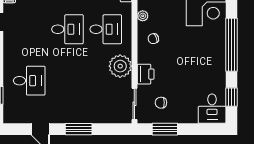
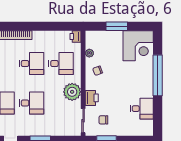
desk: (67, 81) -> (32, 103), added
window: (231, 97) -> (158, 116), removed
desk: (212, 109) -> (142, 109), moved, turned -90

